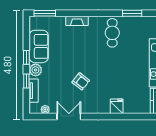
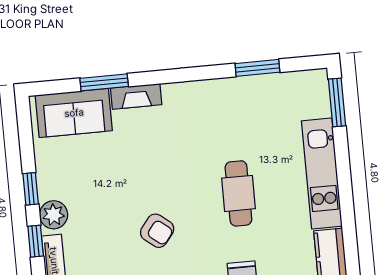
window: (45, 13) -> (104, 82), moved
cafe table: (112, 33) -> (238, 193), moved
sofa: (39, 46) -> (74, 113), moved, turned 90

